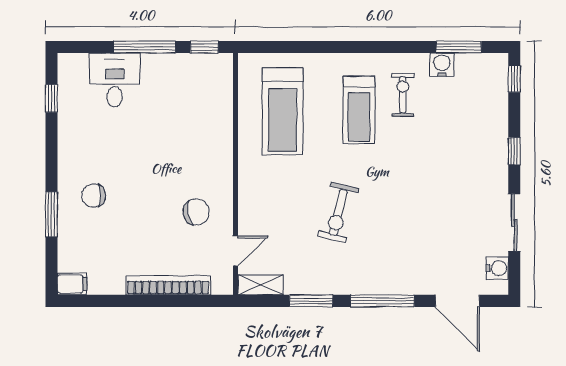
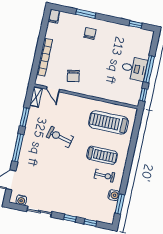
window: (514, 79) -> (90, 223), moved
desk: (115, 80) -> (134, 69), moved
treadmill: (359, 110) -> (102, 155), turned 180

